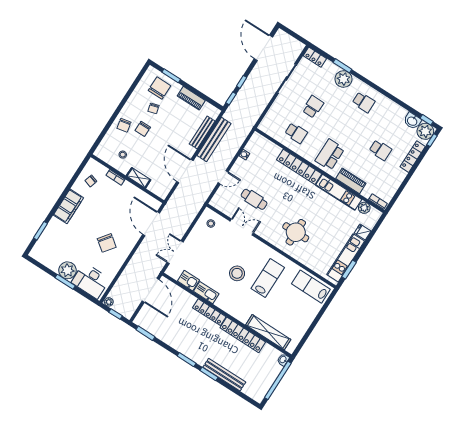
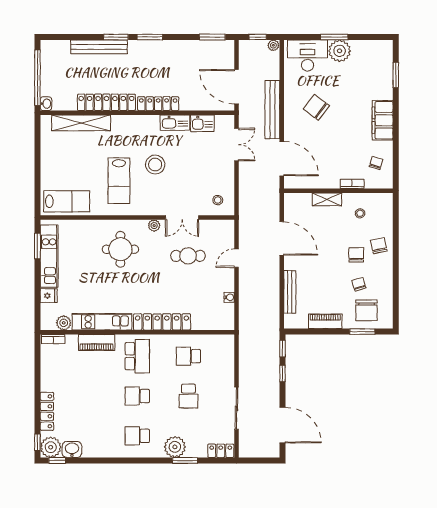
bench: (214, 139) -> (272, 110), moved
school desk: (380, 150) -> (137, 396), moved
plant: (264, 234) -> (154, 226), added

